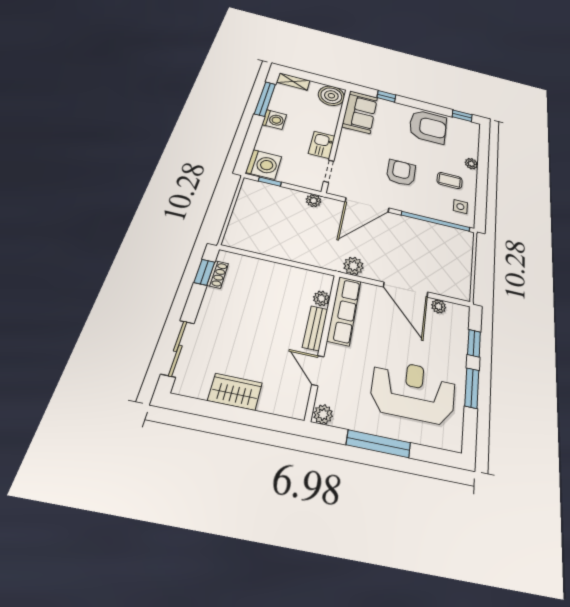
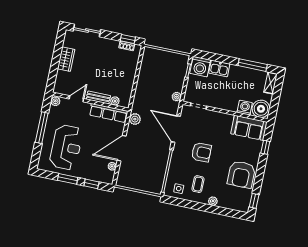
washing machine: (274, 120) -> (245, 108), moved, turned 180
kitchen sink: (322, 145) -> (219, 69), moved, turned 180

